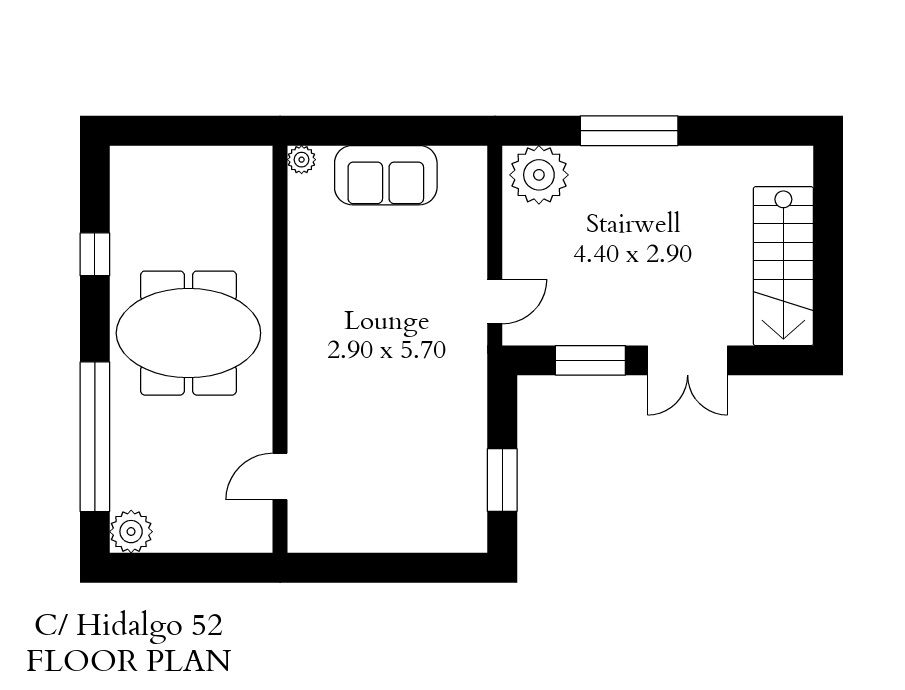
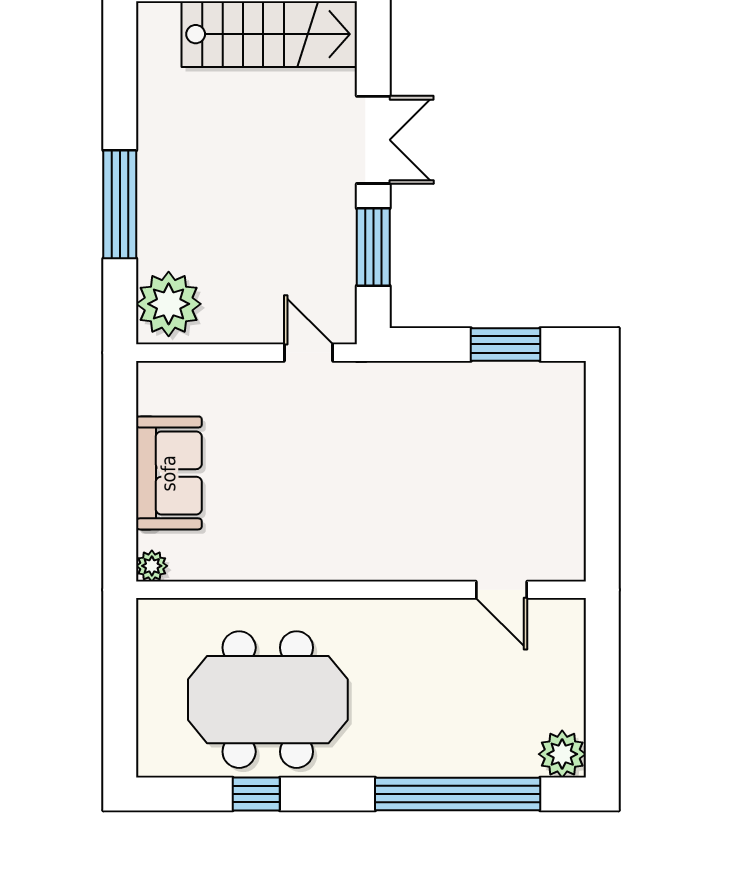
meeting table: (188, 333) -> (268, 700), moved, turned 90

